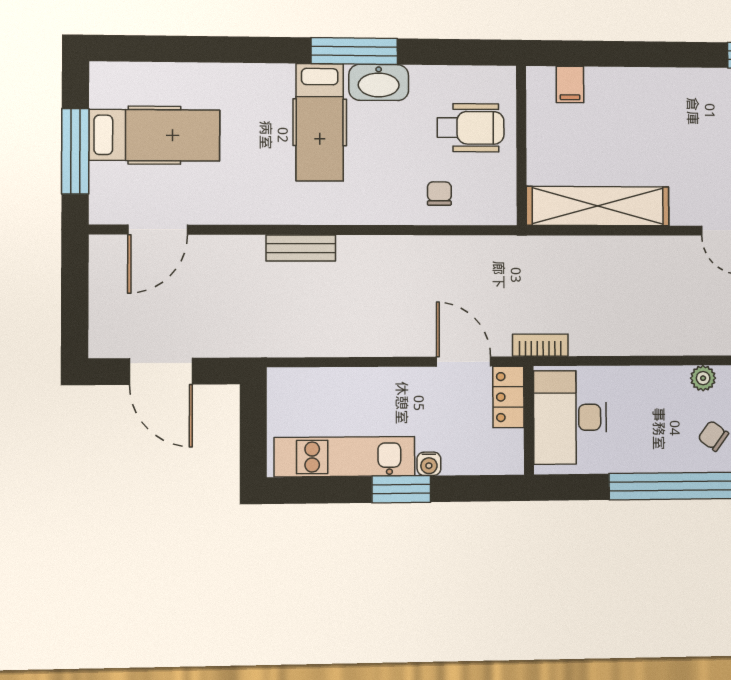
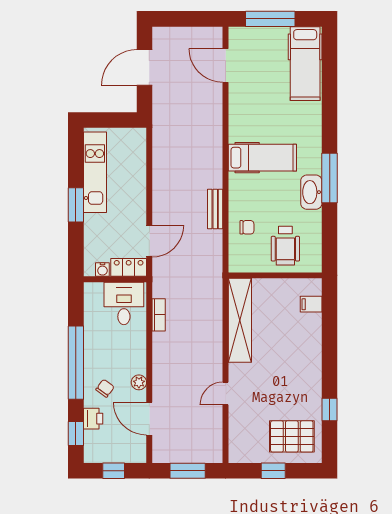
hospital bed: (320, 122) -> (262, 158), moved, turned 180
hospital bed: (154, 135) -> (305, 64), moved
bench: (301, 248) -> (215, 209), moved
bookcase: (540, 345) -> (159, 315), moved
desk: (570, 417) -> (124, 303), width x0.73
water cooler: (429, 464) -> (102, 270), moved, turned -90

